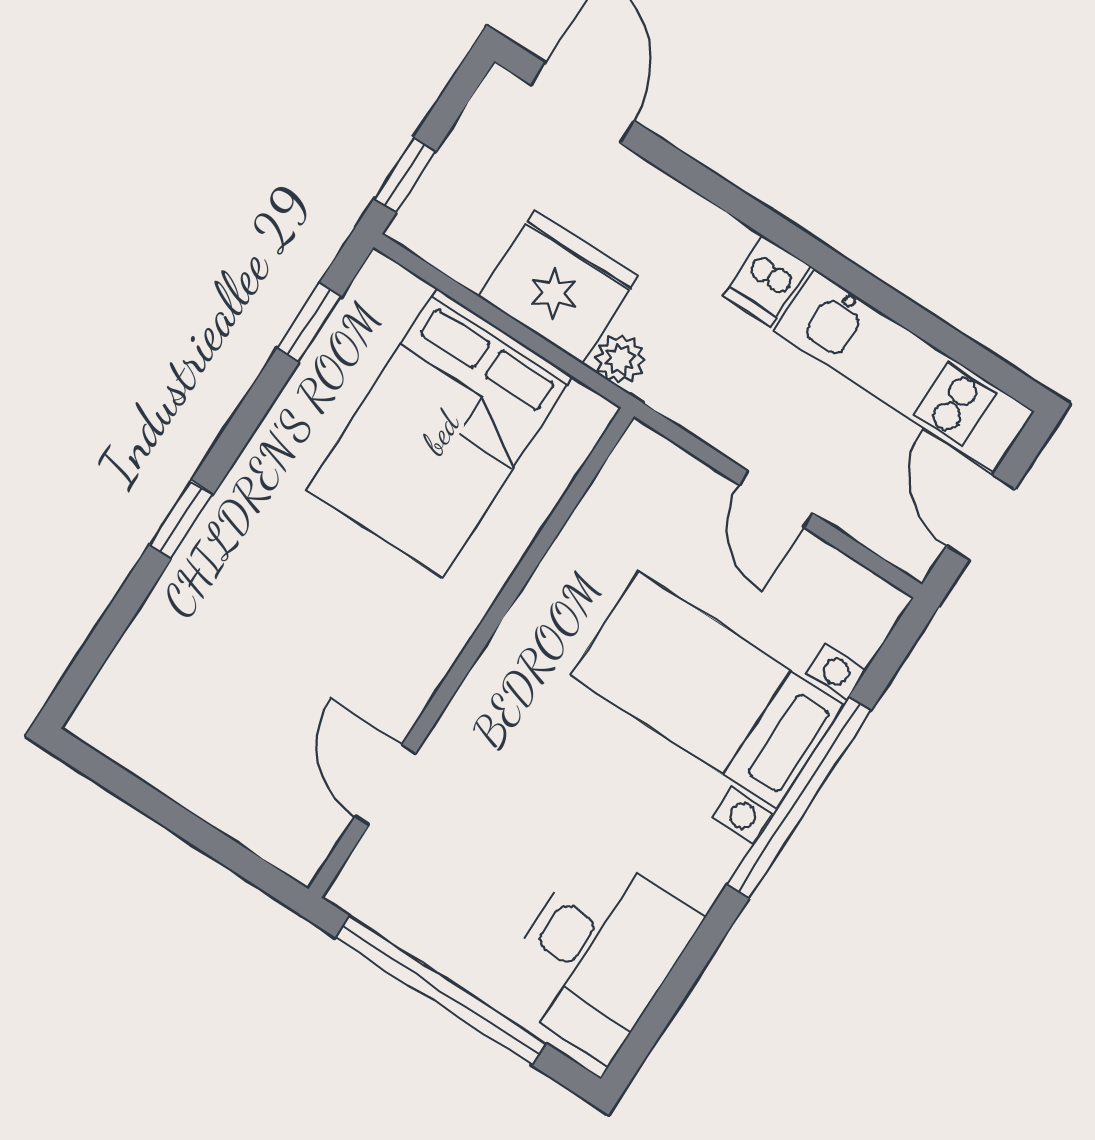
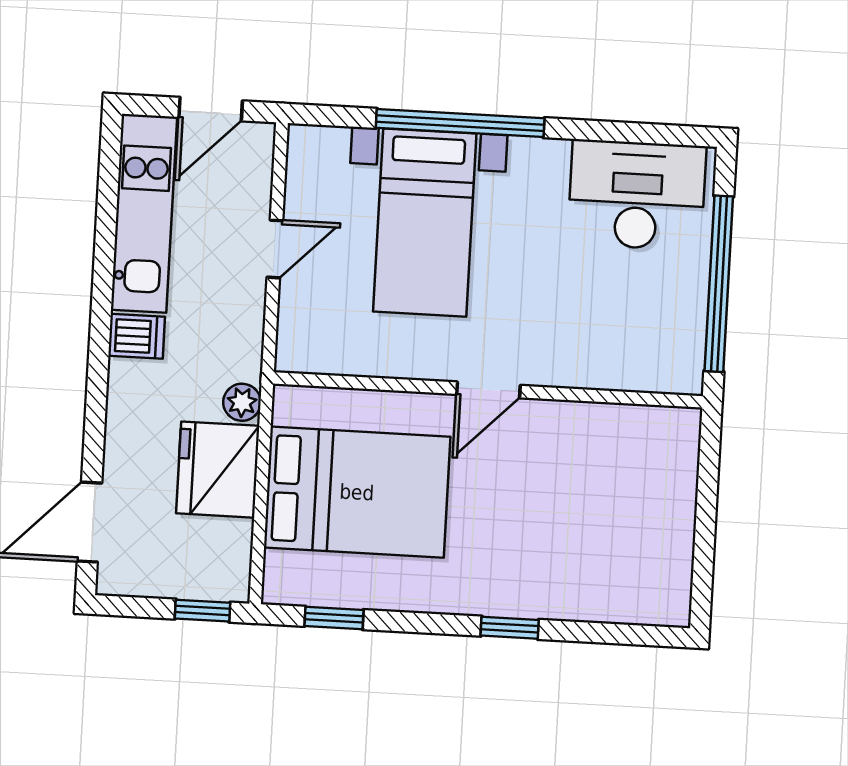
door: (385, 785) -> (488, 390), moved

